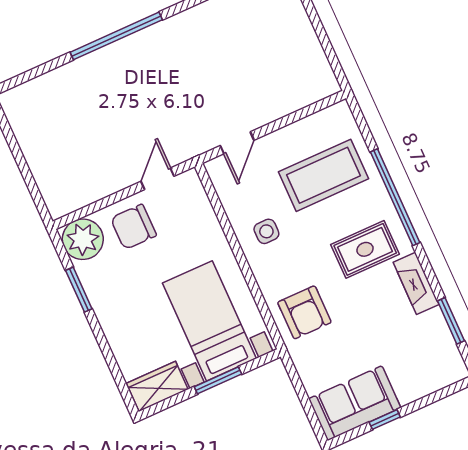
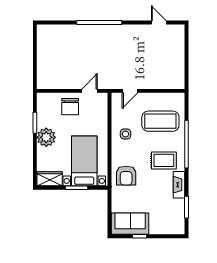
chair: (133, 227) -> (70, 107), turned -90
plant: (83, 239) -> (46, 137), moved

